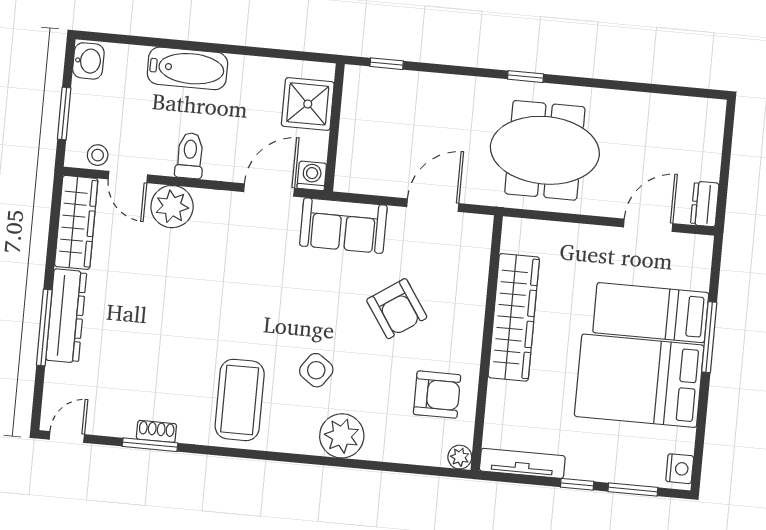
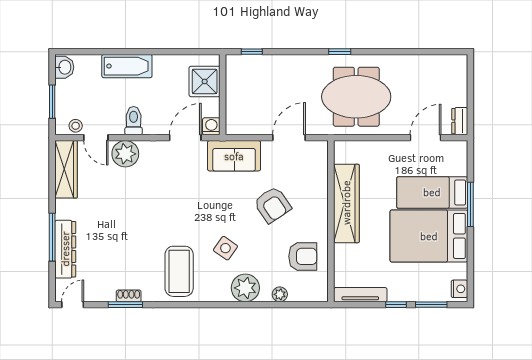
dresser: (66, 316) -> (65, 249), moved
plant: (460, 457) -> (280, 294), moved

